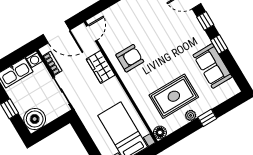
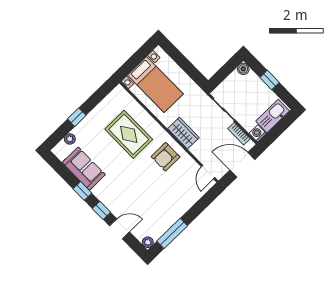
wardrobe: (101, 67) -> (183, 133), moved
rug: (174, 96) -> (129, 134), moved, turned 90
plant: (191, 115) -> (70, 139), moved
boiler: (35, 119) -> (243, 69), width x0.54, depth x0.54
floor lamp: (160, 132) -> (119, 92), removed

